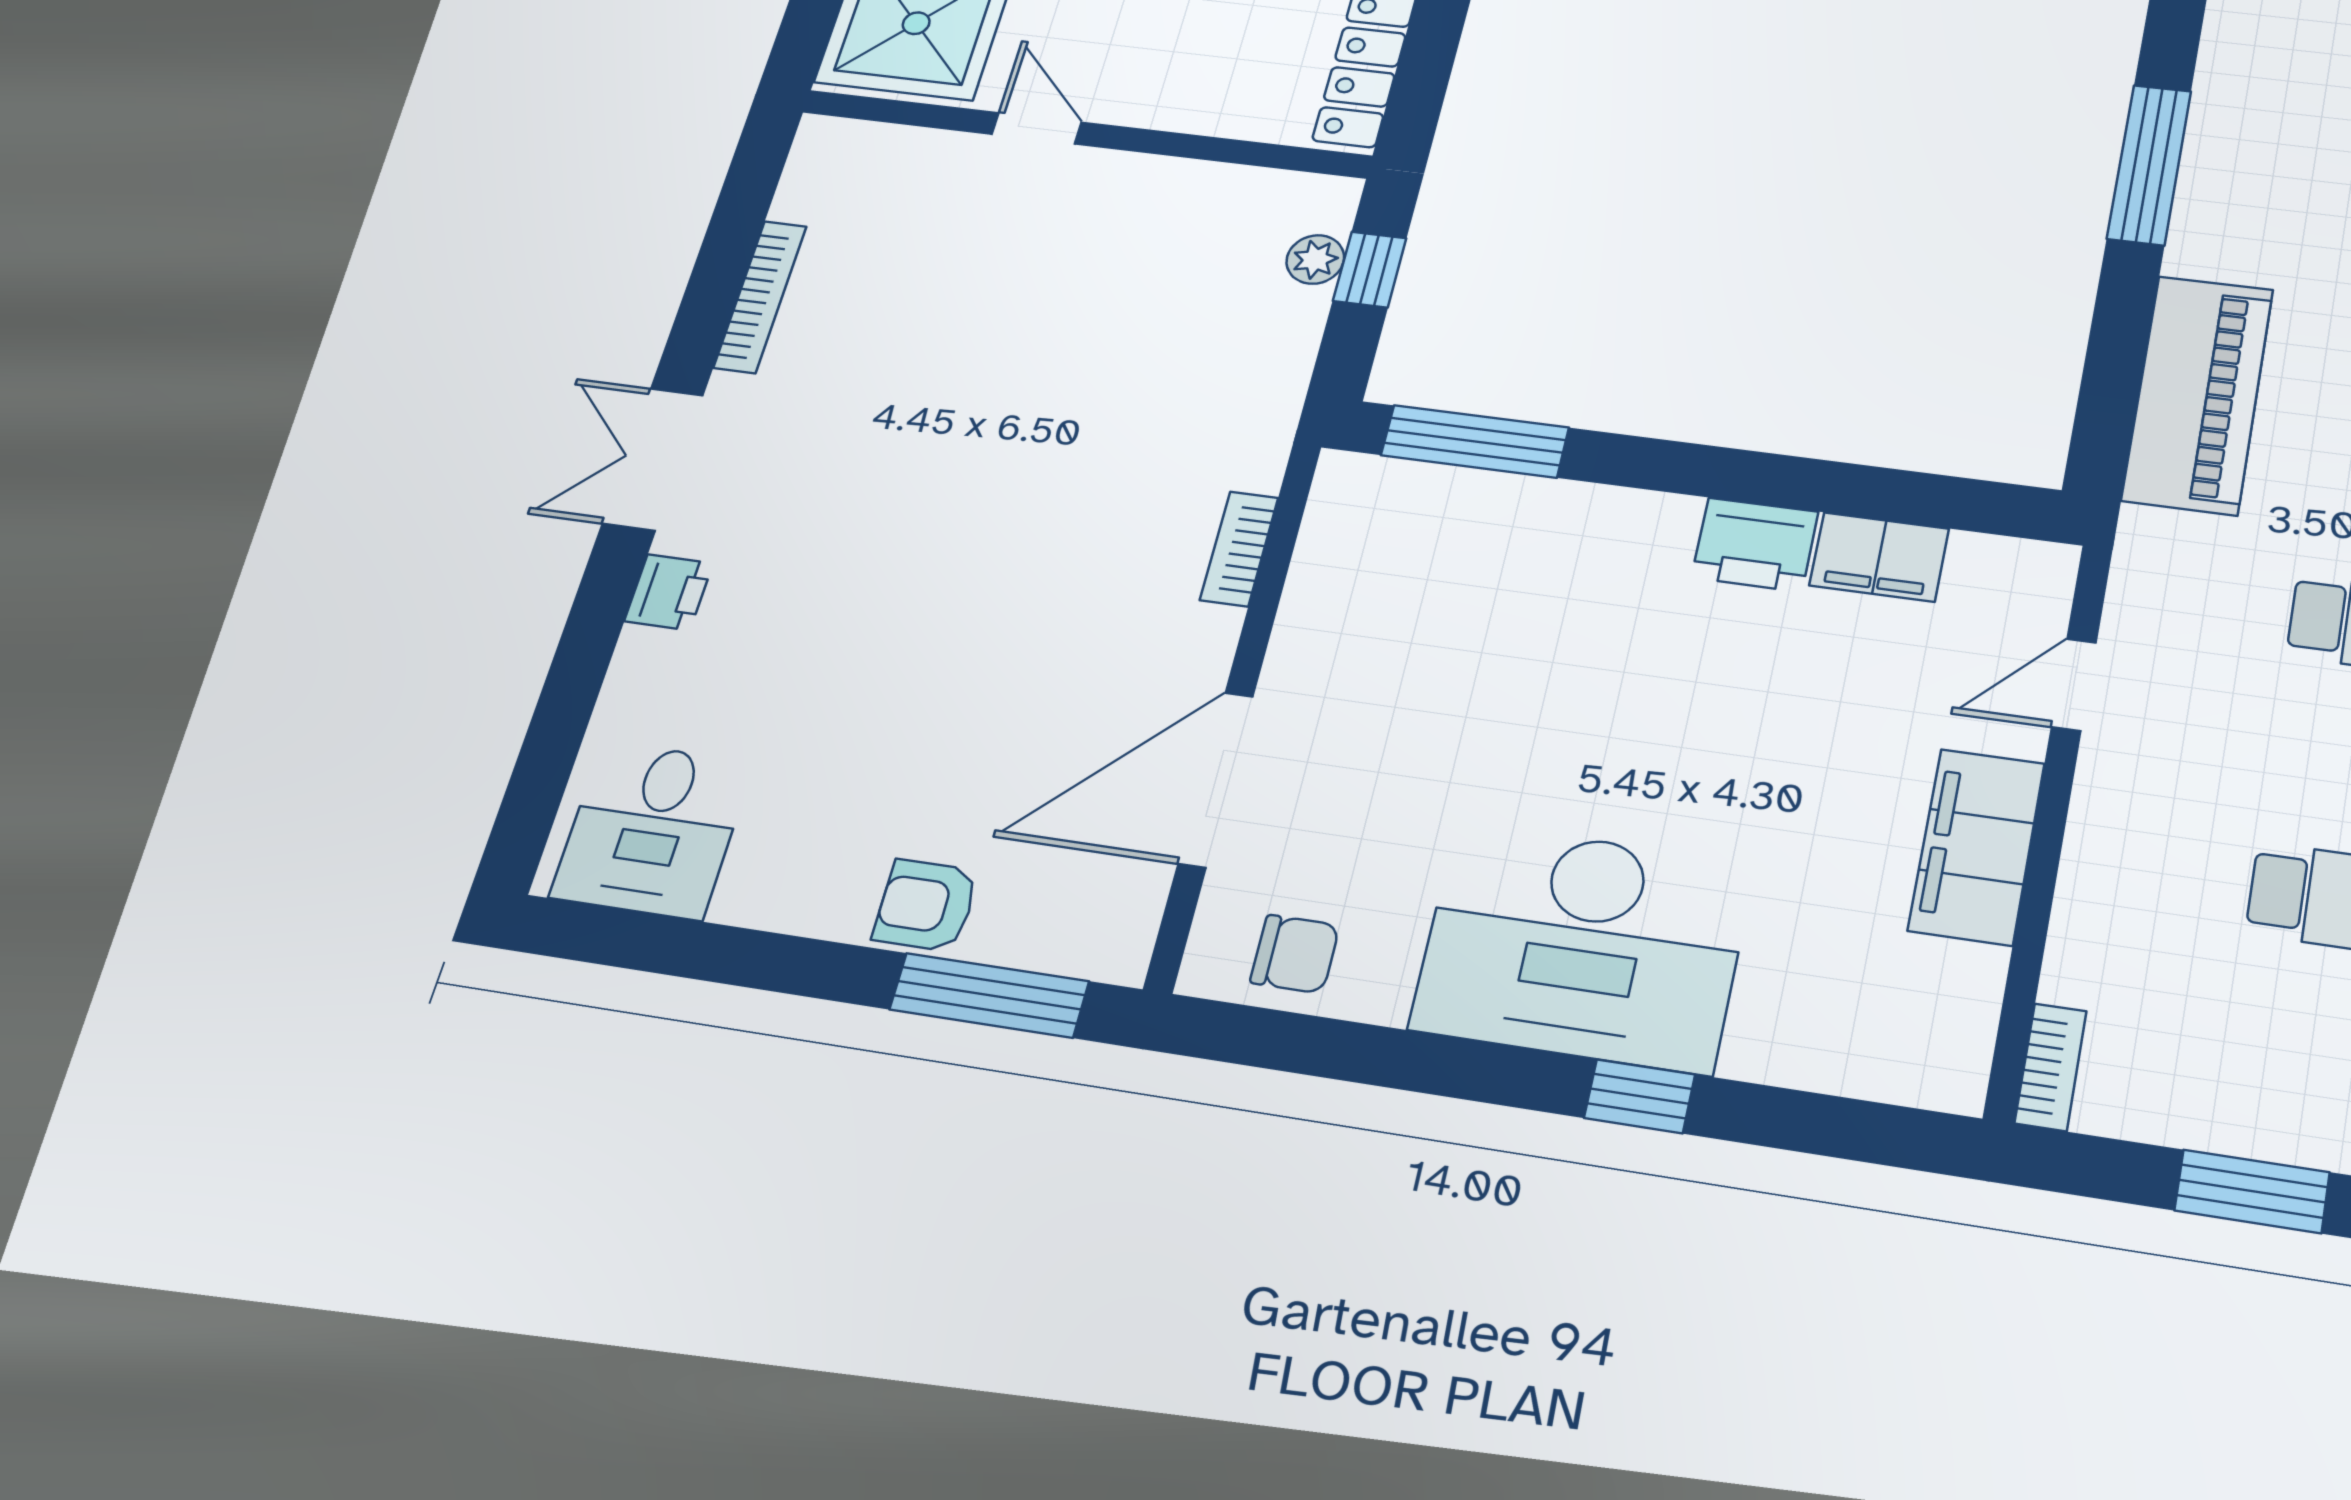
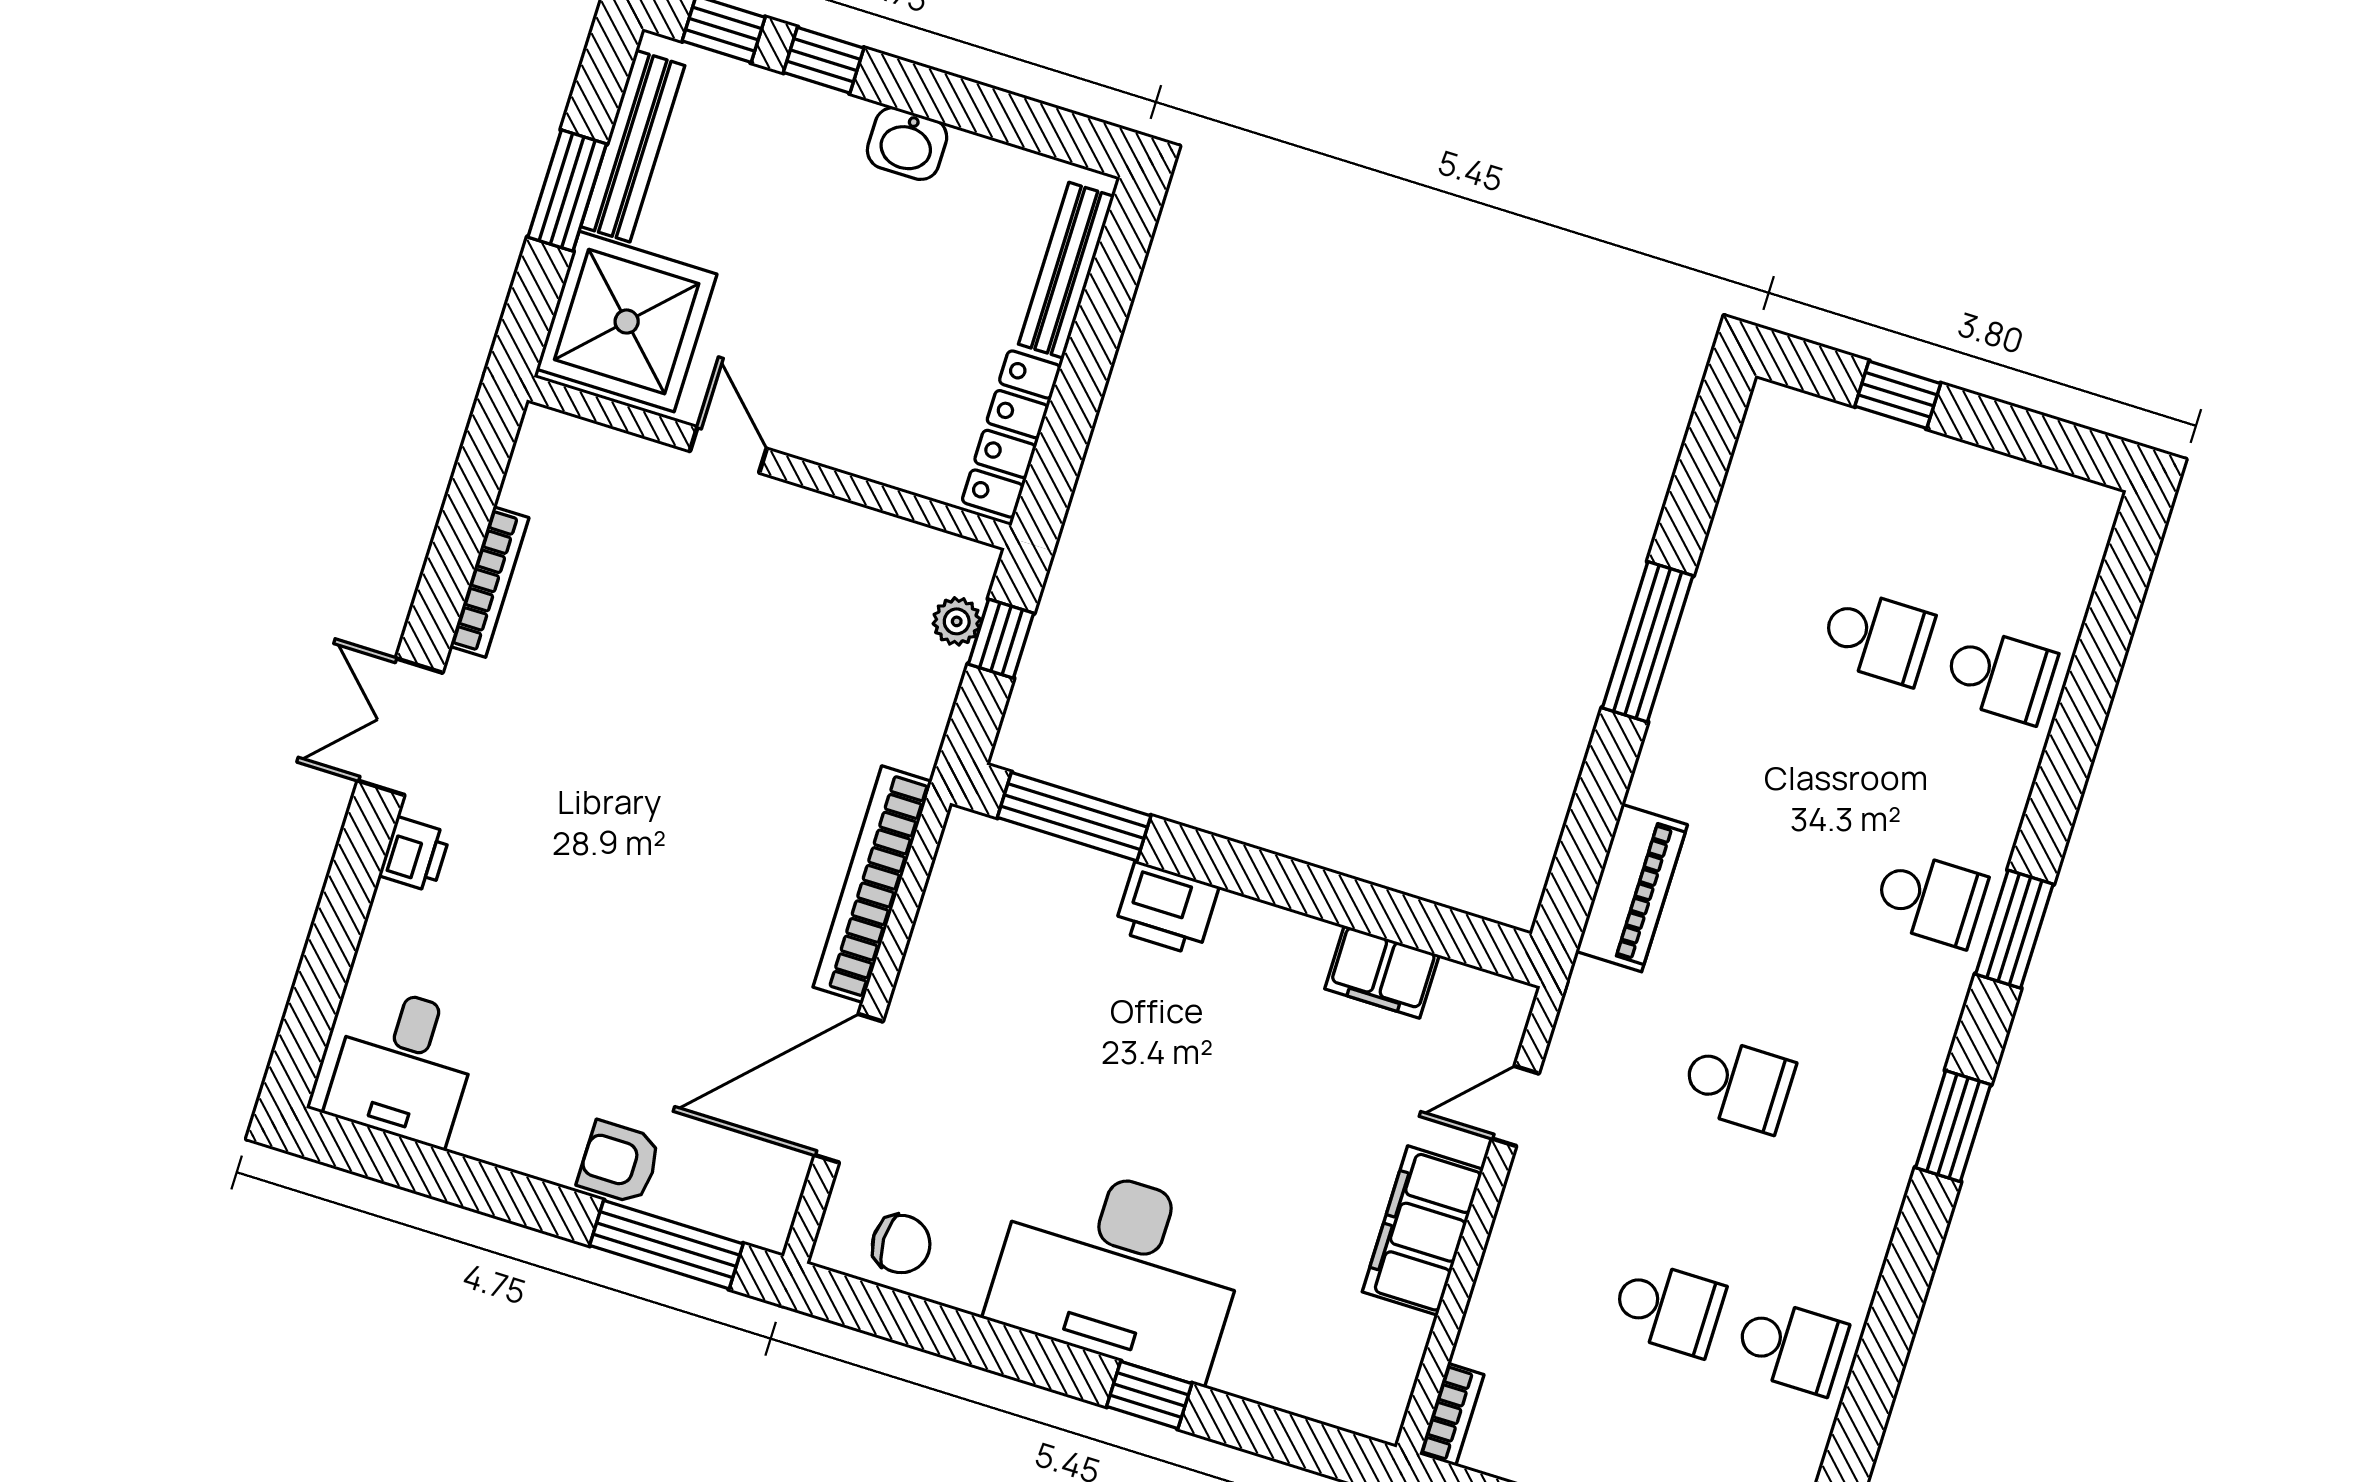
piano: (2198, 394) -> (1632, 888), width x0.73, depth x0.75
printer: (1755, 545) -> (1166, 908), moved
bookcase: (1239, 549) -> (872, 884), width x2.31, depth x1.31

